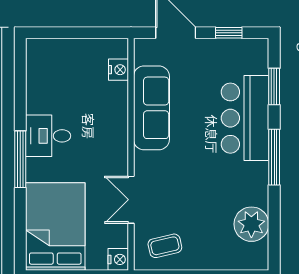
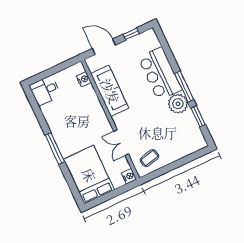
window: (274, 87) -> (198, 116), moved
desk: (48, 136) -> (45, 91), moved
plant: (251, 224) -> (178, 104), moved

